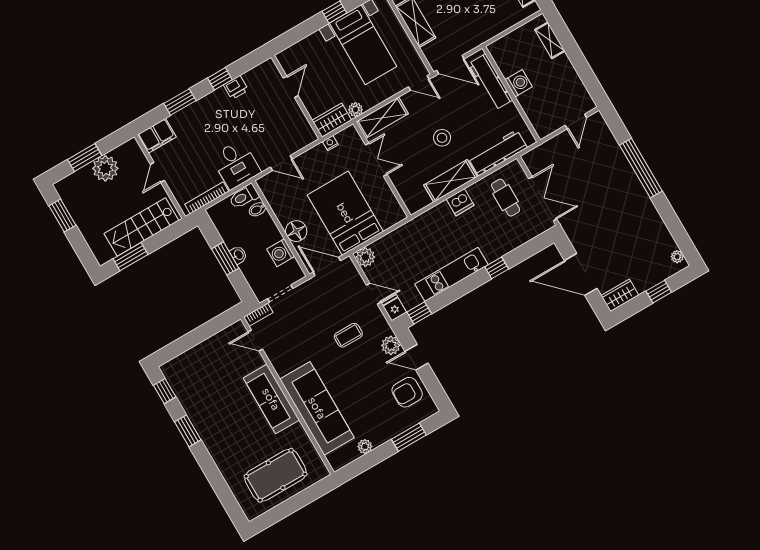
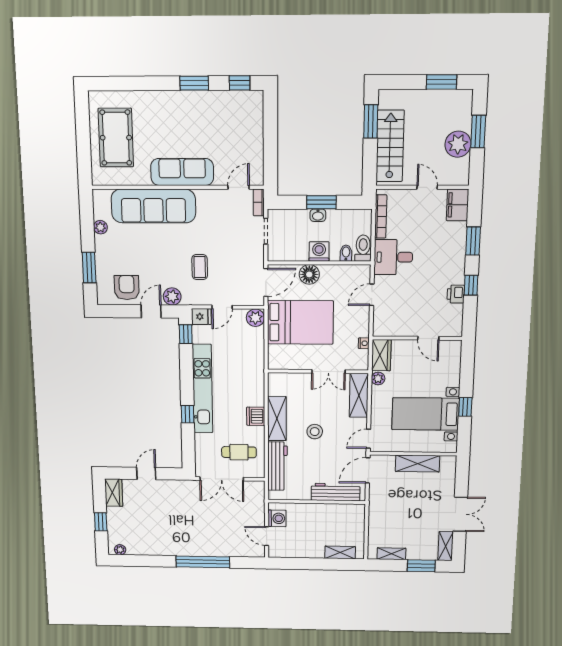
washing machine: (519, 83) -> (277, 518), moved, turned -90
washing machine: (281, 253) -> (319, 251), moved
kitchen unit: (452, 274) -> (203, 389), width x1.36
door: (581, 274) -> (146, 473), width x0.53

